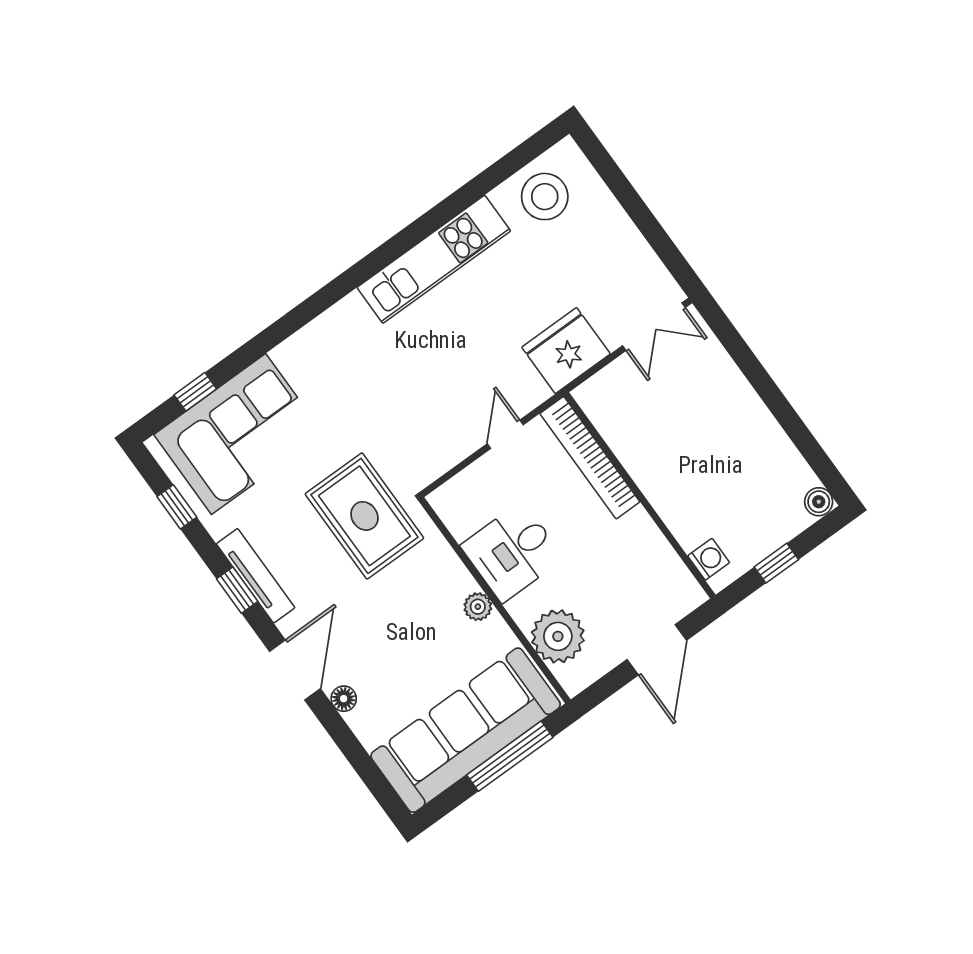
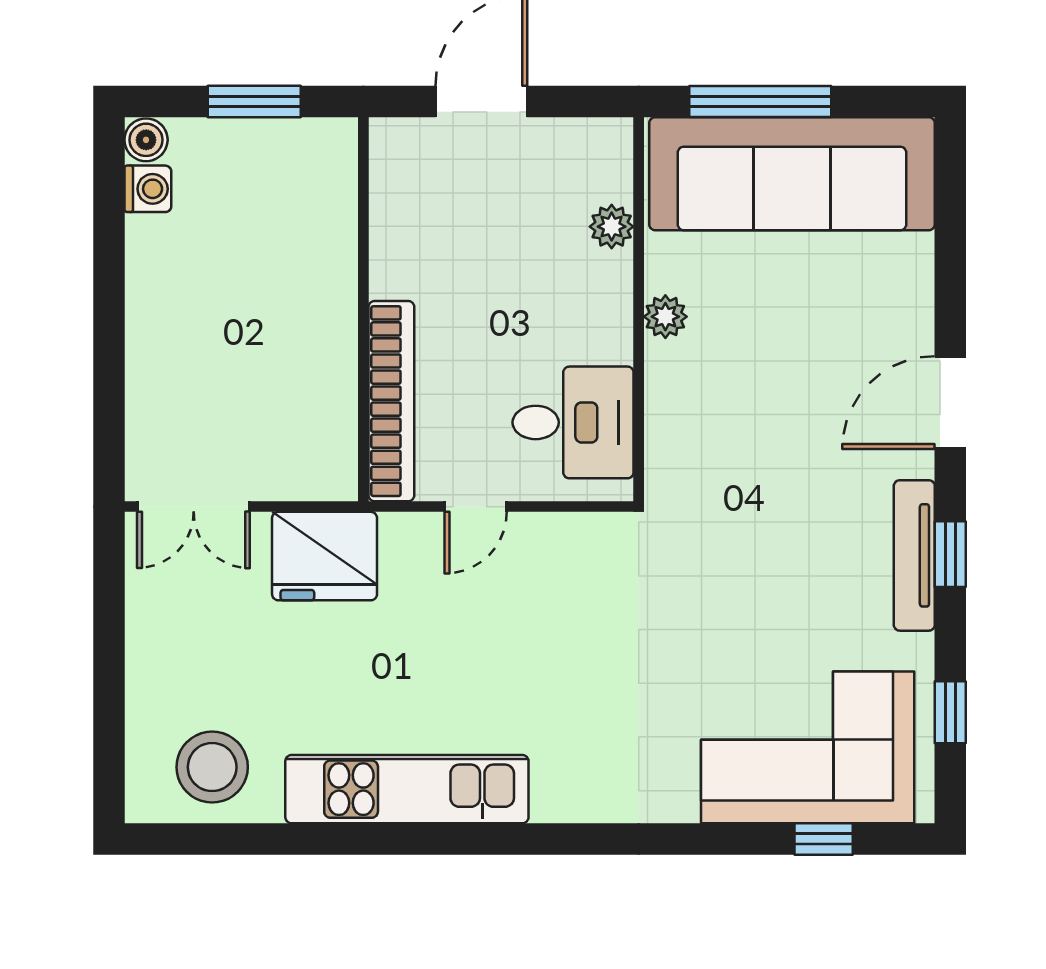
double door: (654, 327) -> (194, 507), swing flipped
rug: (364, 516) -> (725, 532), removed
desk: (512, 552) -> (573, 422), moved
washing machine: (709, 559) -> (148, 189), moved, turned 180
window: (776, 563) -> (254, 101), width x1.50
plant: (558, 636) -> (612, 227), width x0.53, depth x0.53
floor lamp: (344, 699) -> (915, 323), removed

